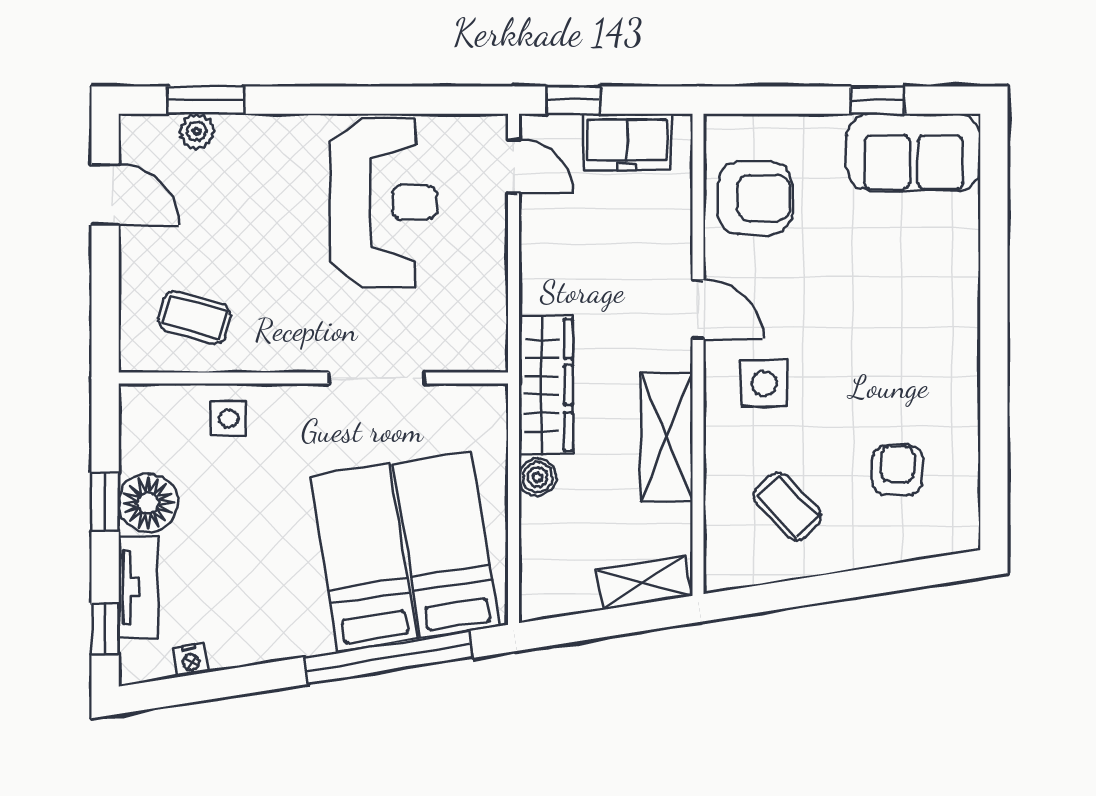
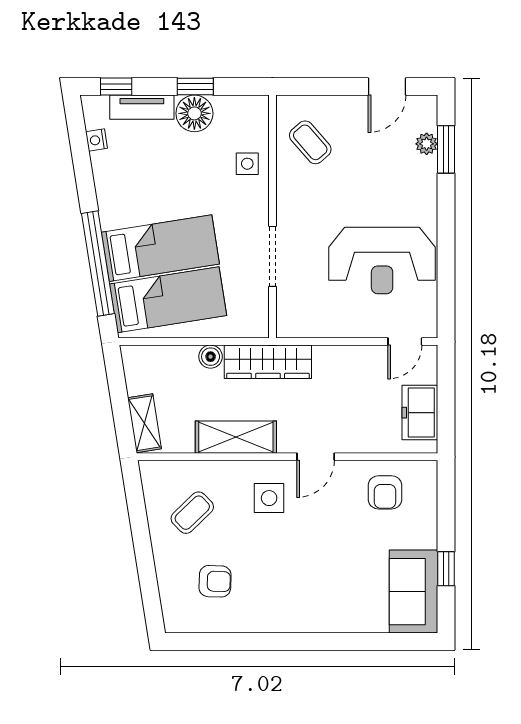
window: (573, 100) -> (446, 379), removed
armchair: (755, 198) -> (385, 492), width x0.72, depth x0.72
coffee table: (194, 318) -> (310, 142), turned -57

